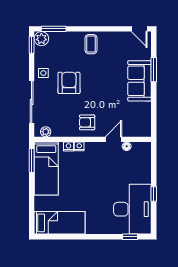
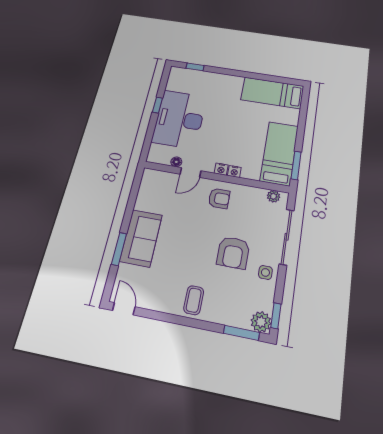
nightstand: (68, 147) -> (221, 169), moved
desk: (132, 209) -> (179, 119), moved

